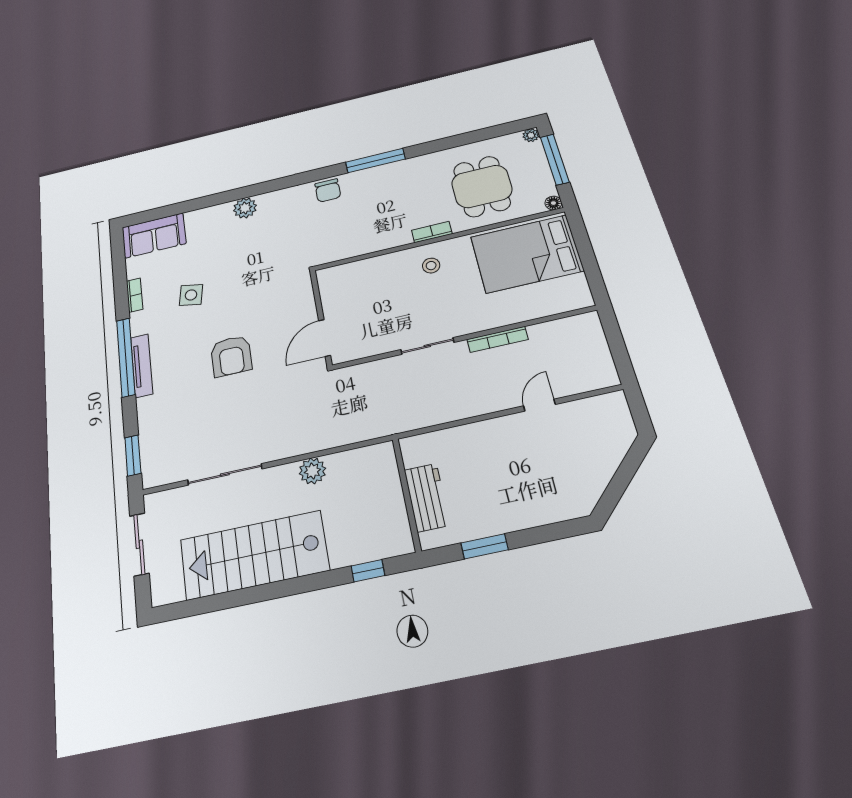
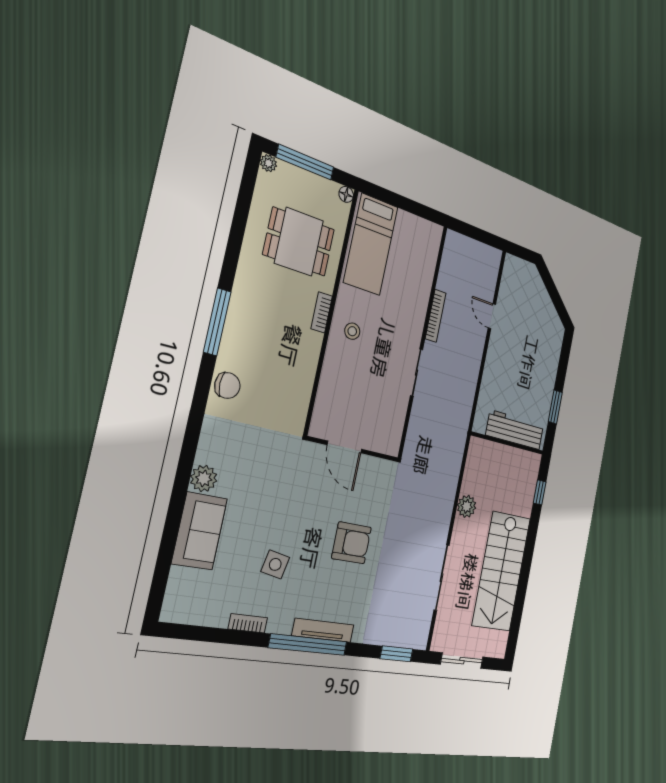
sofa: (154, 235) -> (199, 531), moved
bed: (527, 254) -> (371, 244), width x0.67
door: (325, 338) -> (344, 447), moved
workbench: (427, 497) -> (515, 430), width x1.38

